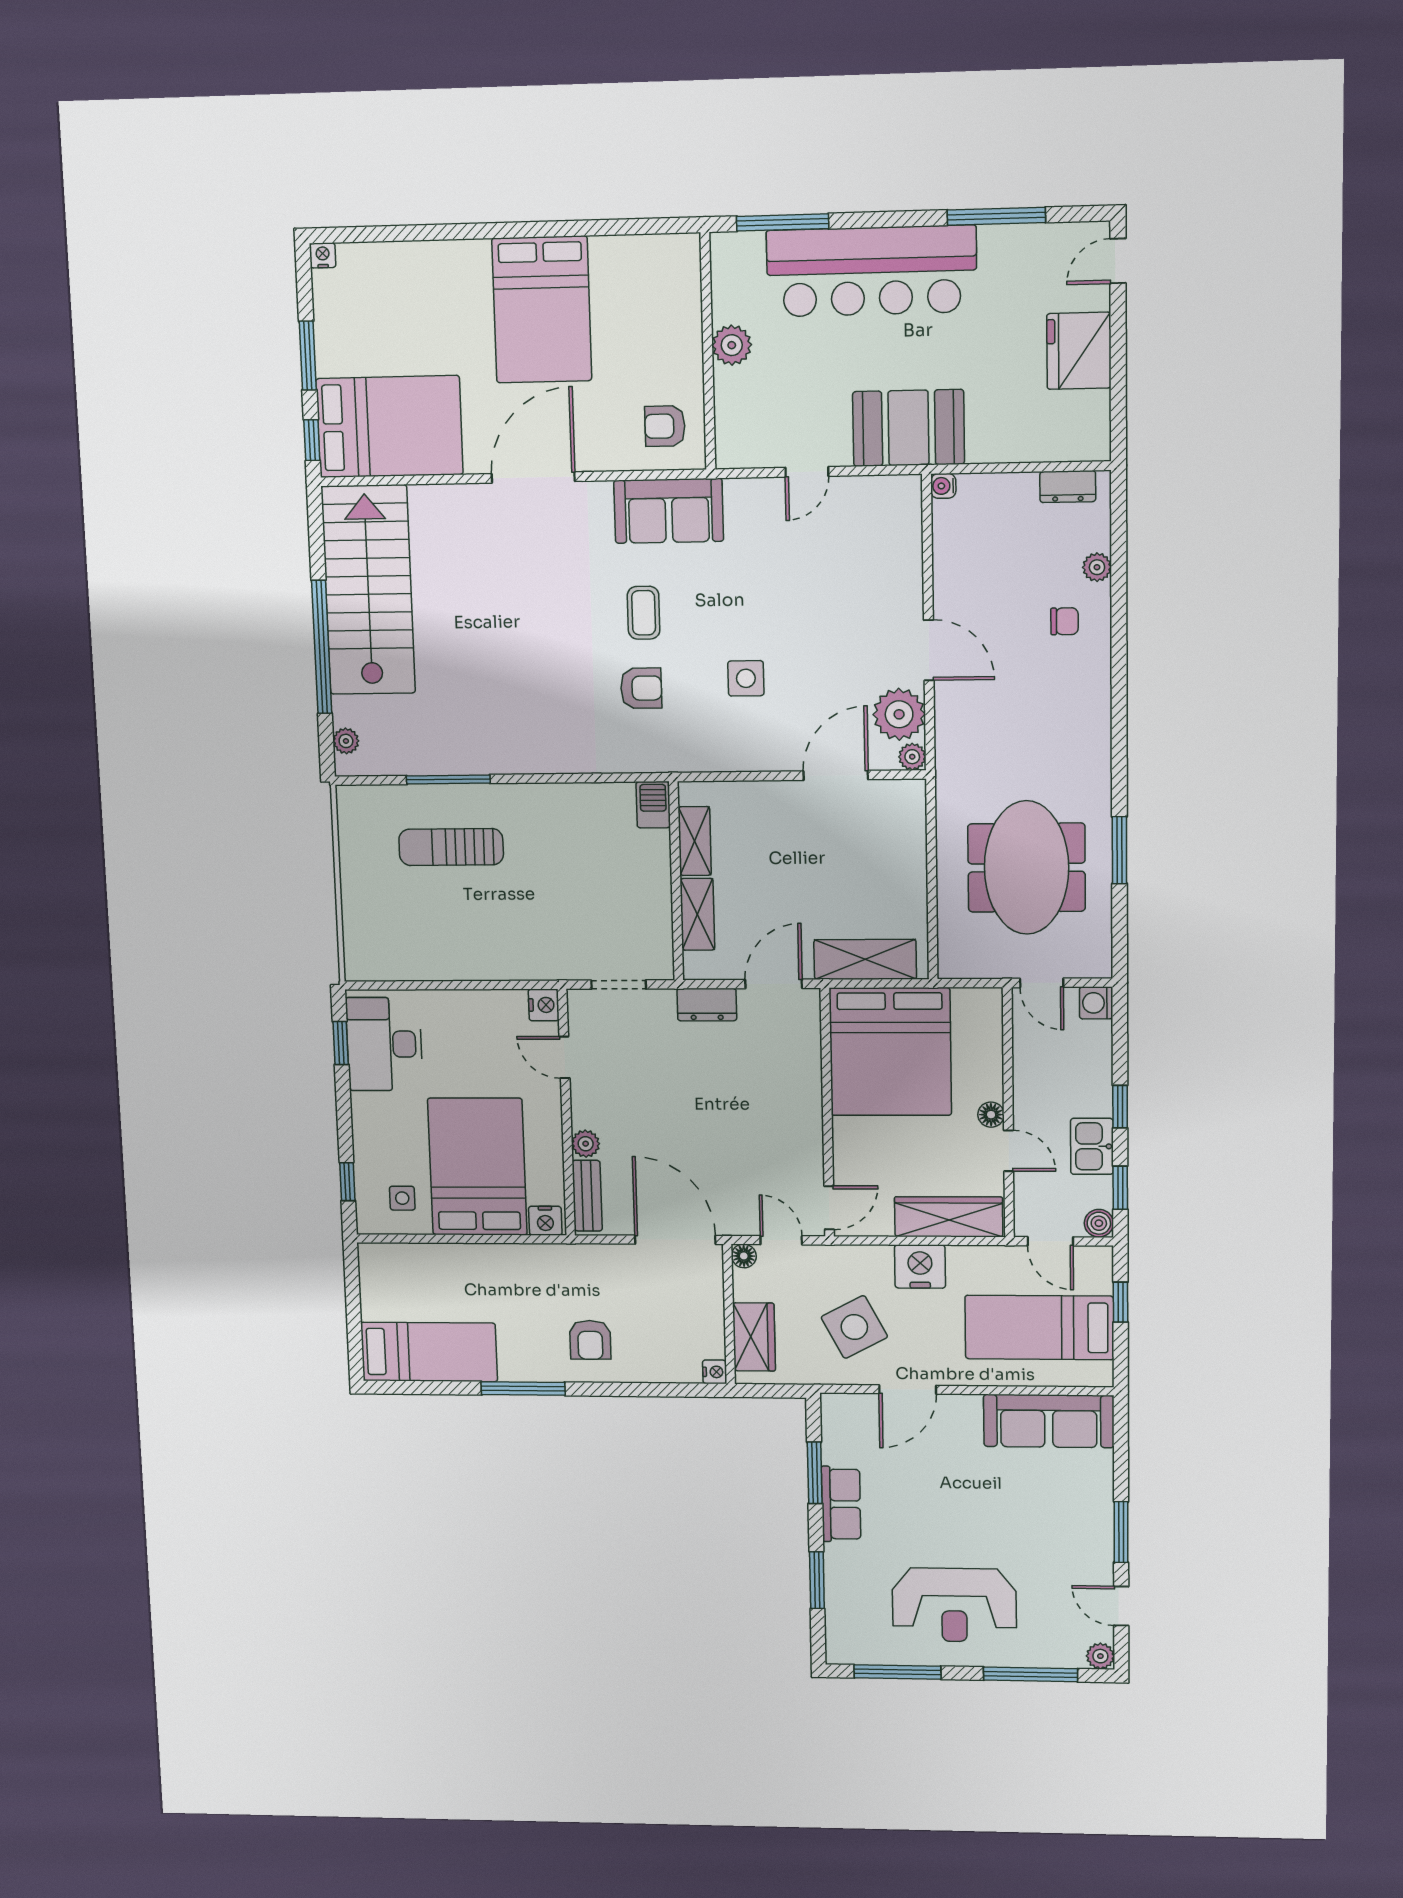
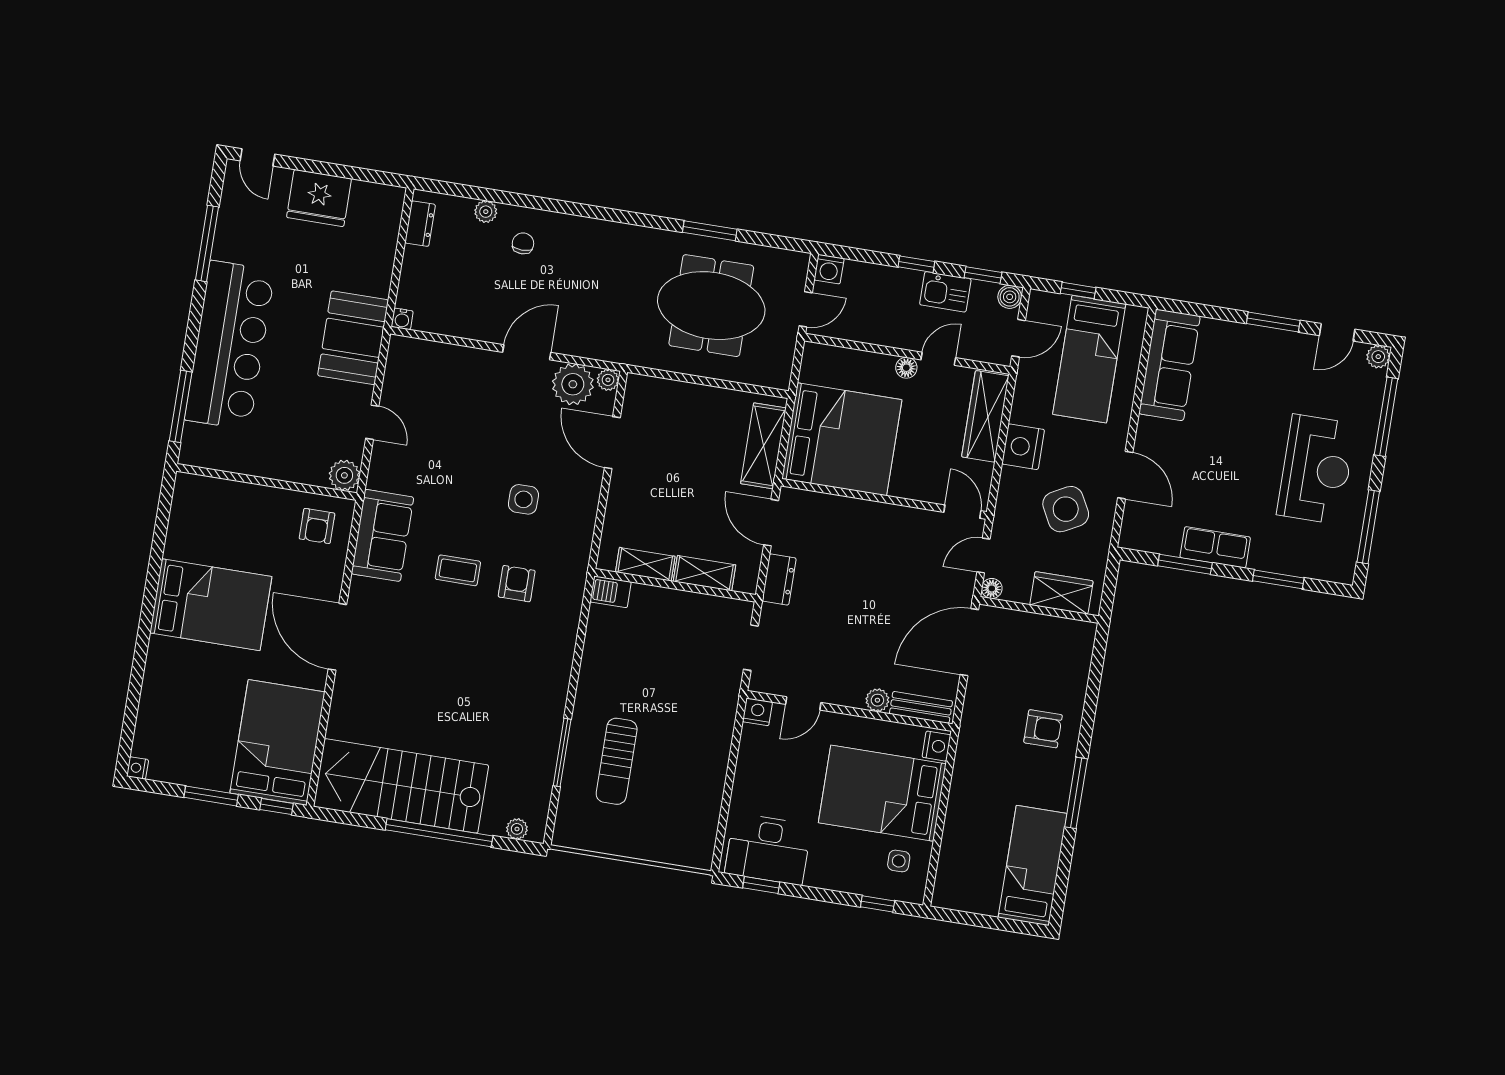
plant: (732, 345) -> (344, 475), moved
nightstand: (715, 1372) -> (1086, 631), removed

